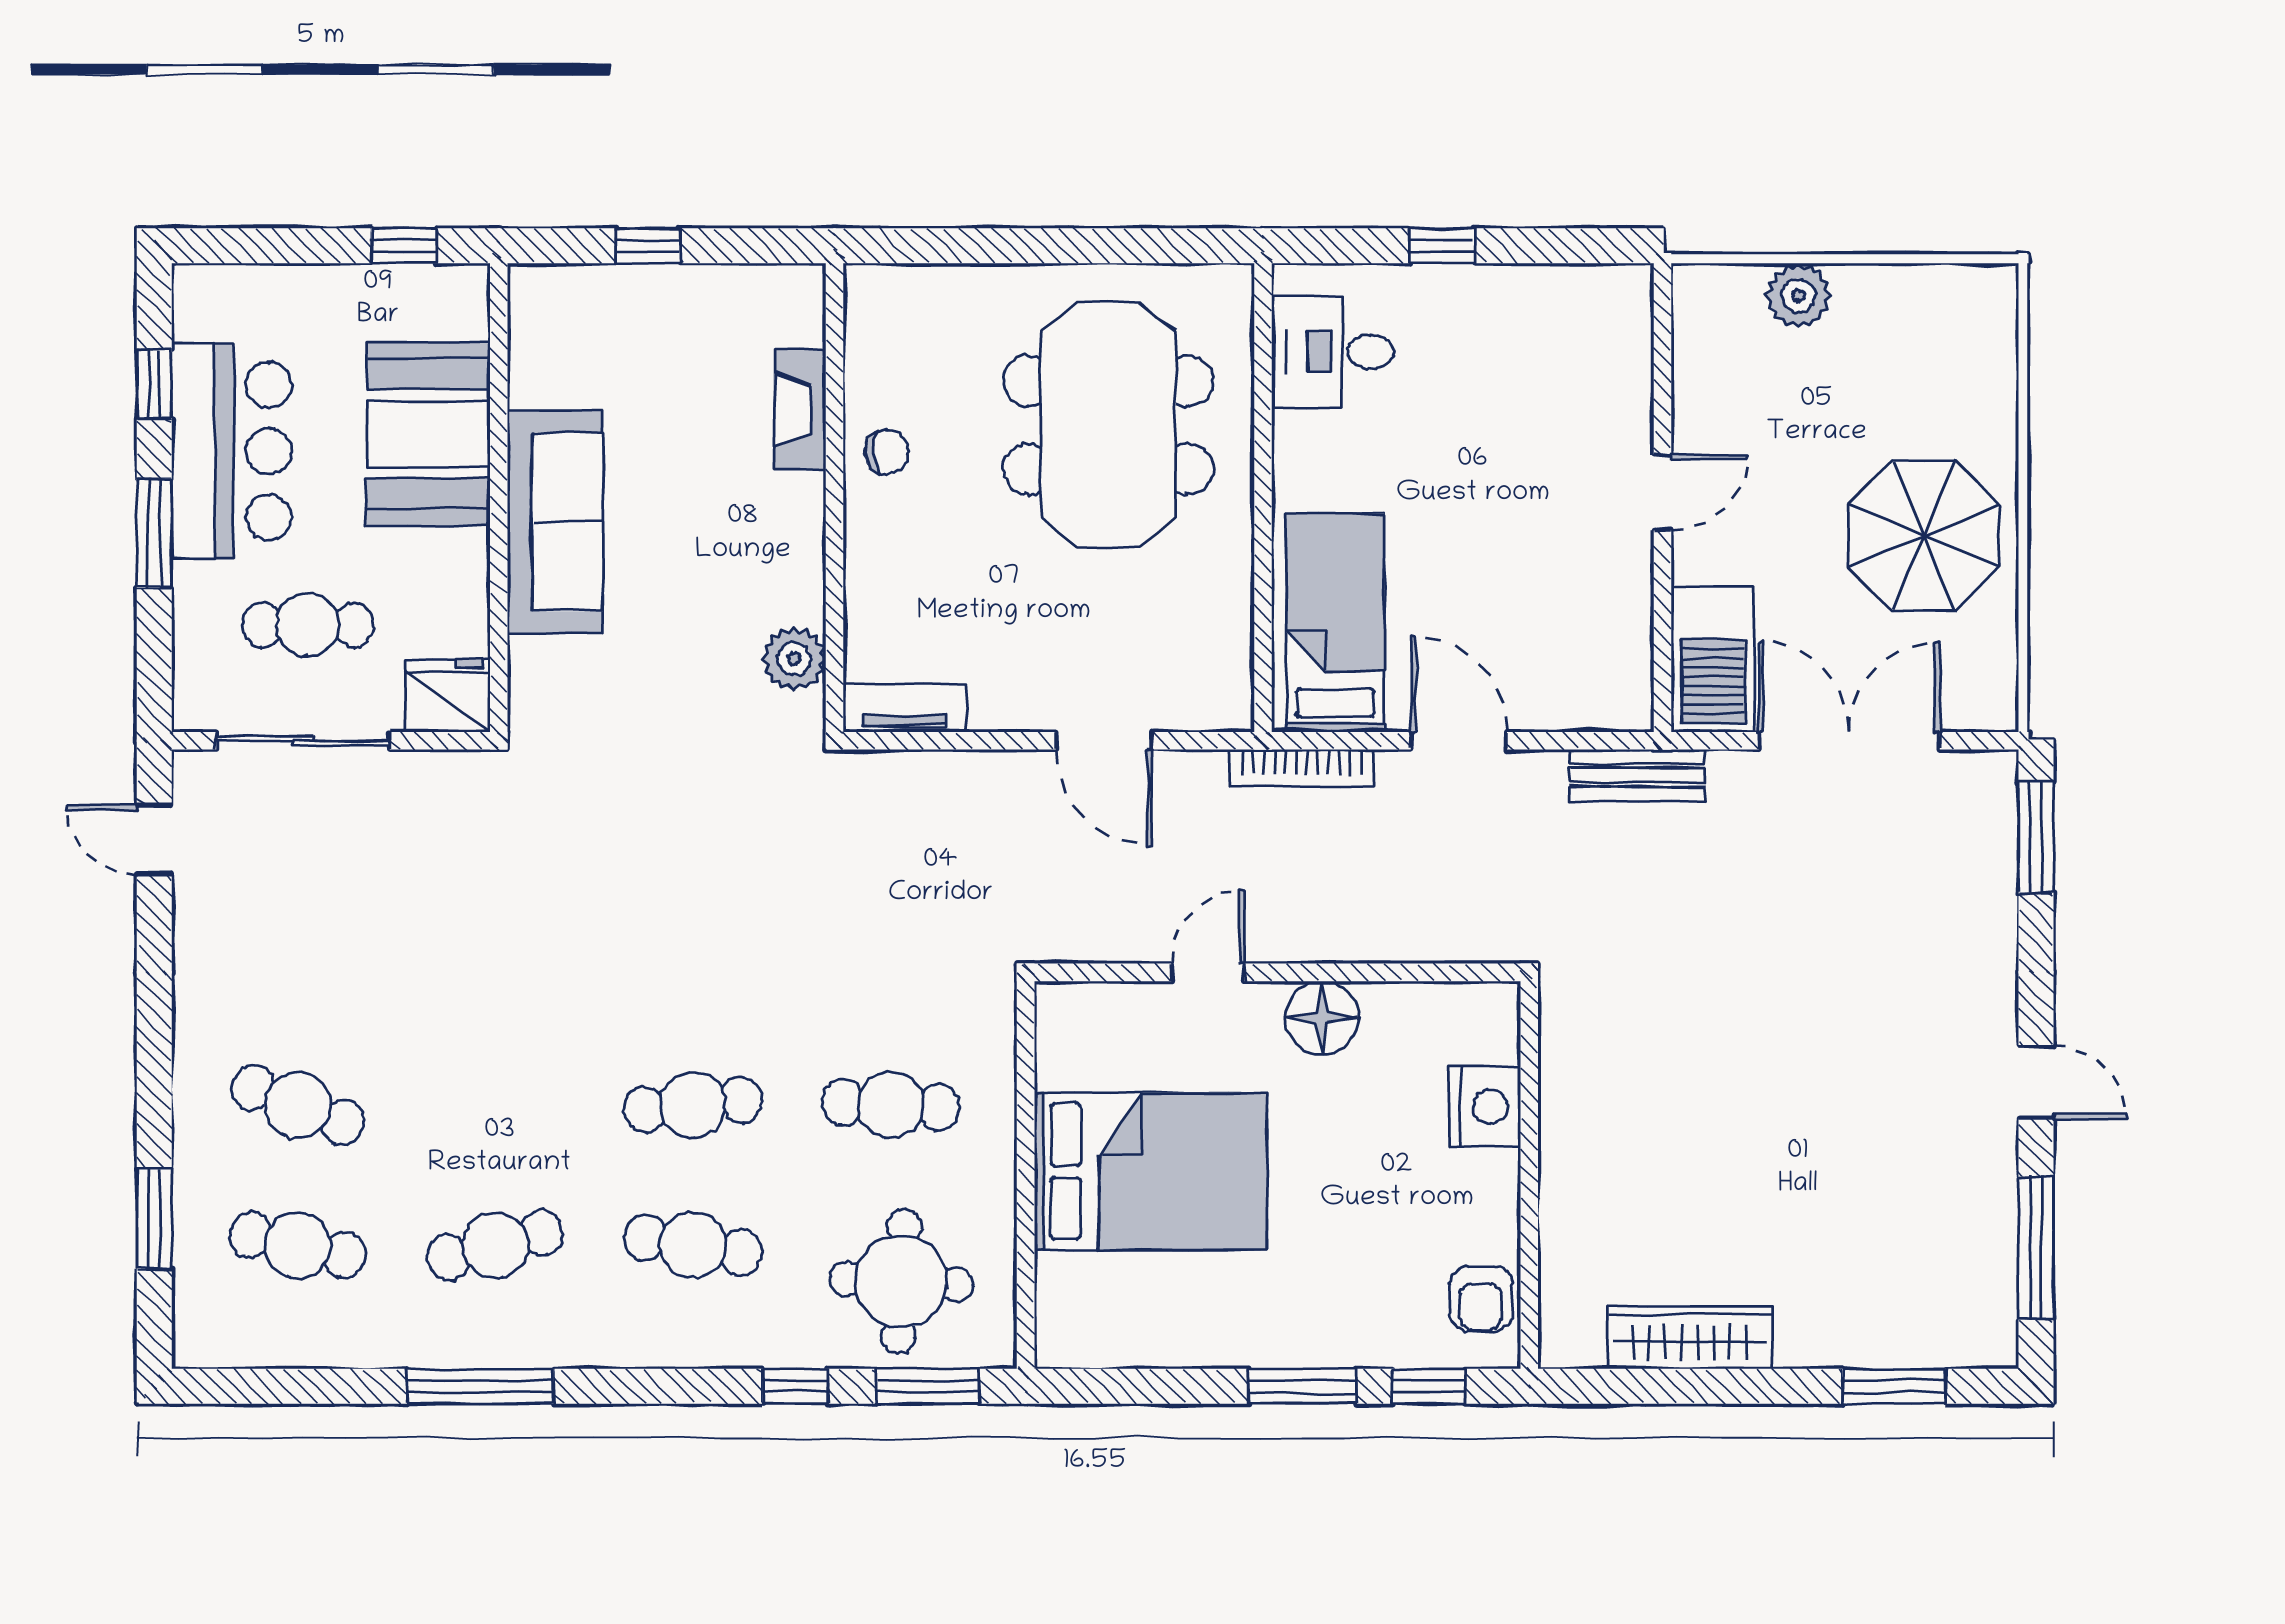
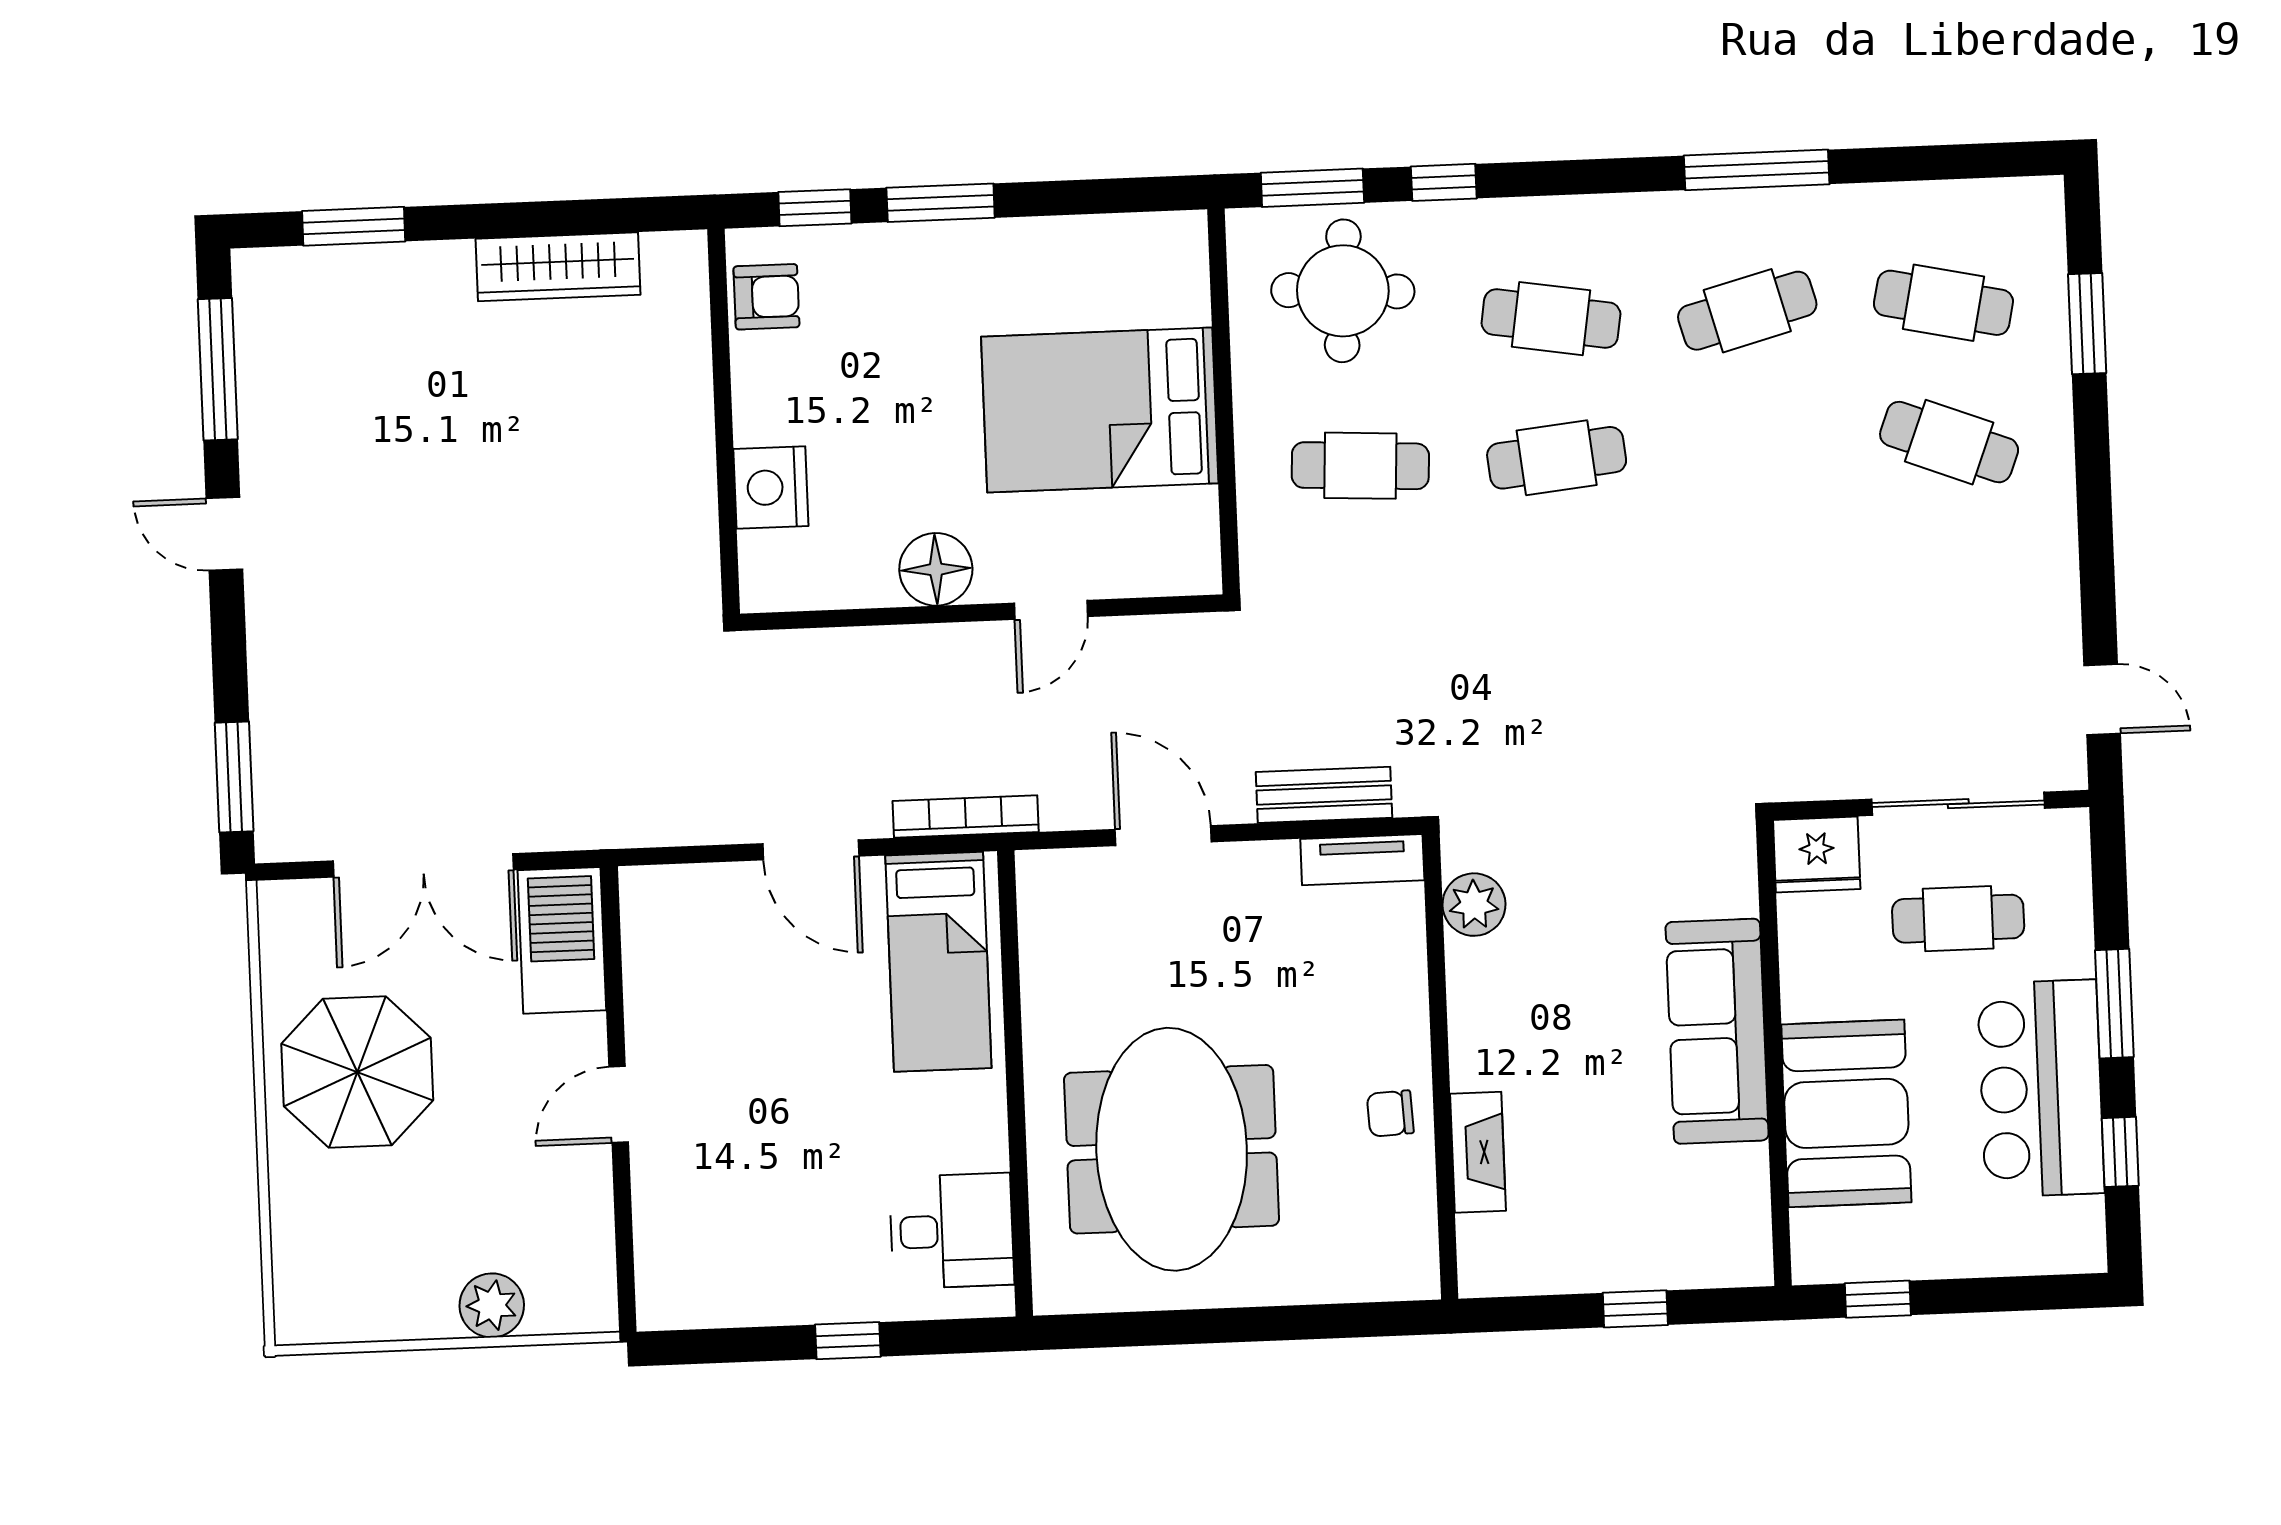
bench: (1638, 775) -> (1324, 795), moved
armchair: (1481, 1299) -> (766, 297), turned 90

